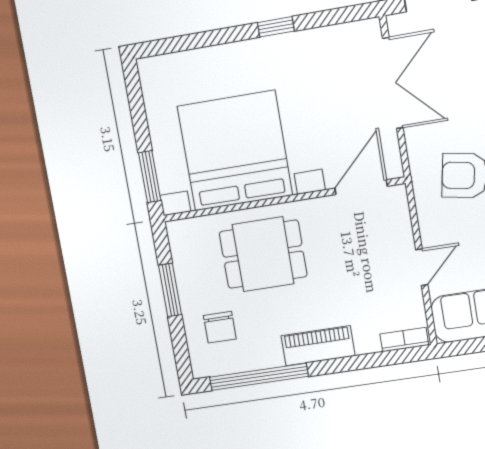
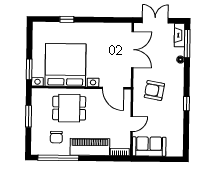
window: (276, 27) -> (67, 19), moved
door: (361, 187) -> (113, 88), swing flipped
chair: (220, 327) -> (56, 137), moved
piano: (318, 346) -> (90, 147), width x1.37, depth x1.33

